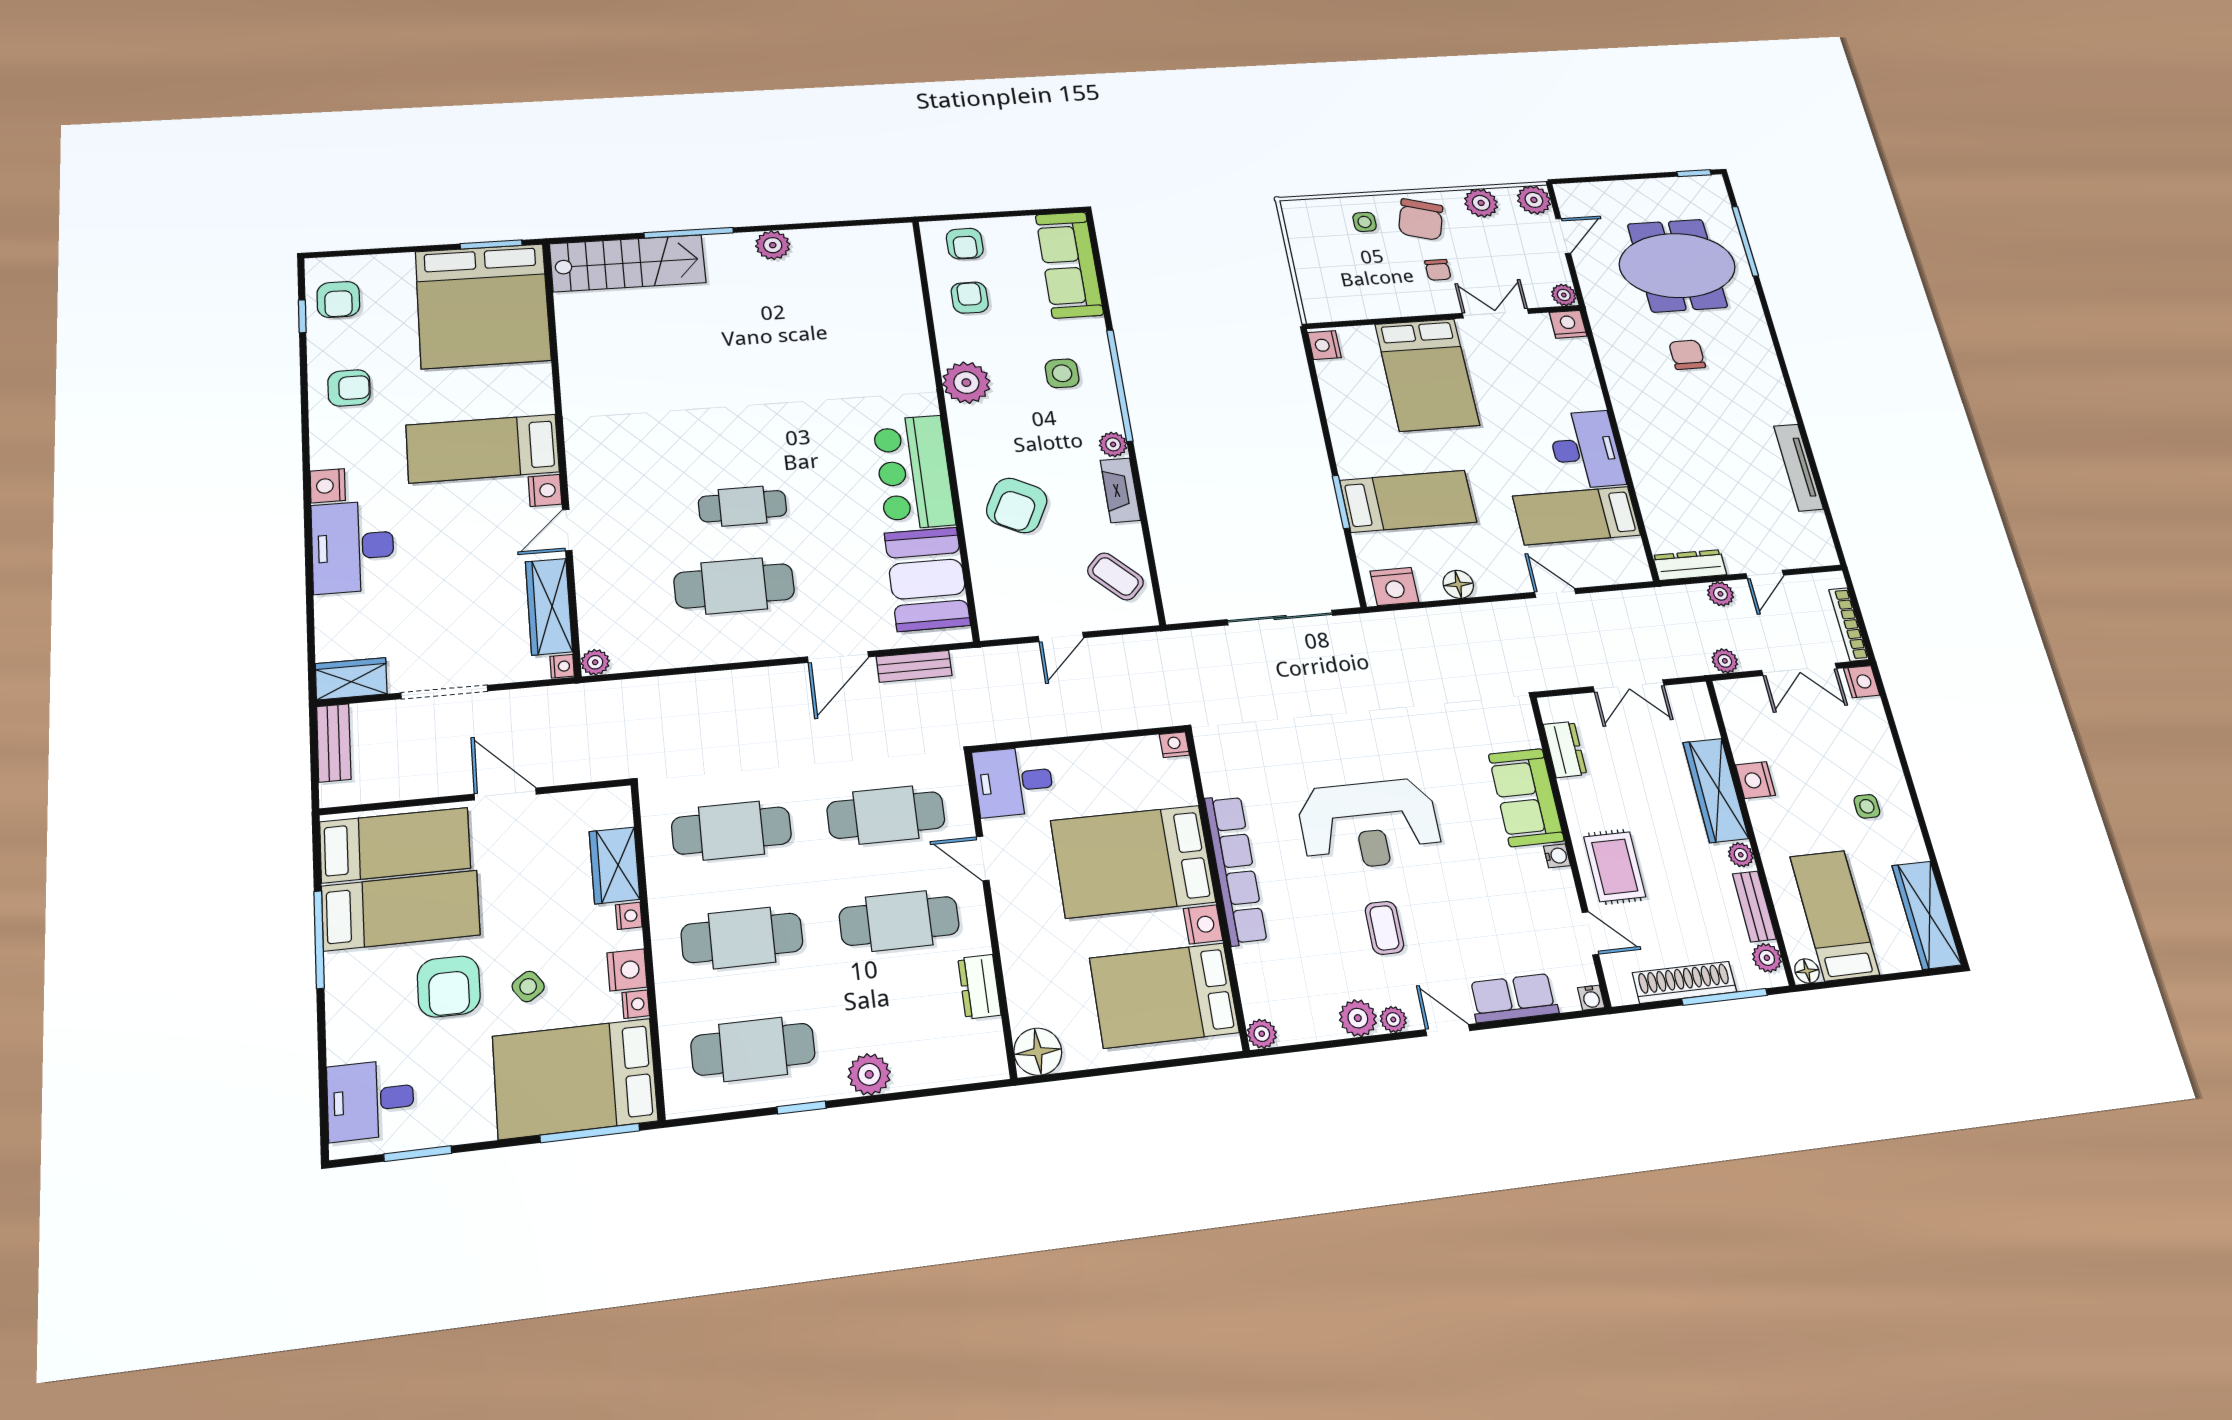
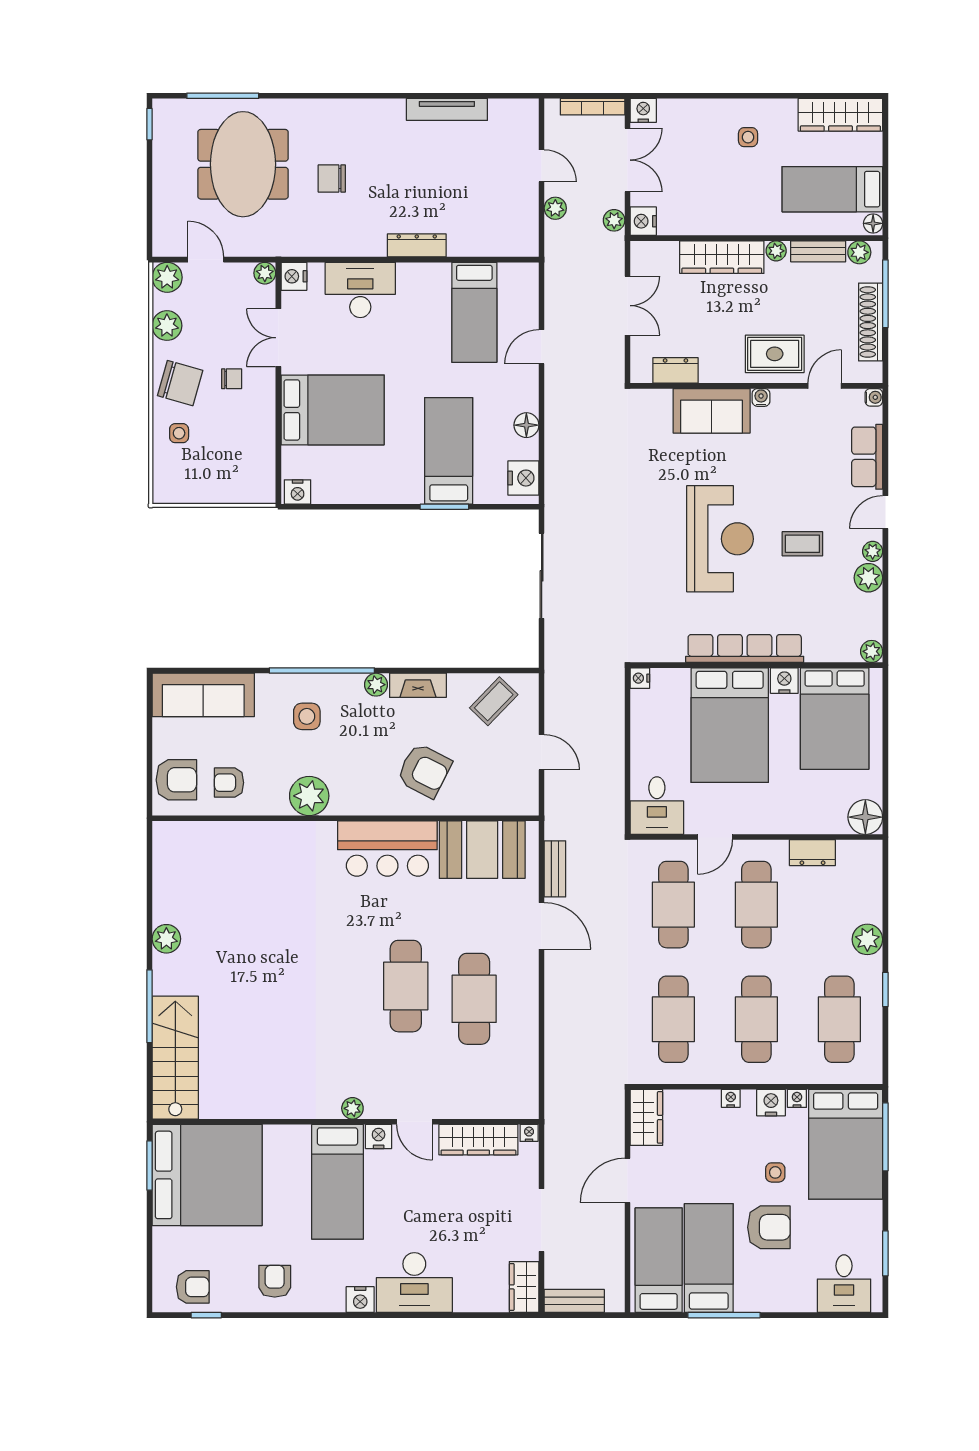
armchair: (965, 244) -> (176, 780), width x1.38, depth x1.38
desk: (1586, 450) -> (360, 290), moved
cafe table: (743, 506) -> (406, 986), width x1.37, depth x1.35
dresser: (1690, 565) -> (417, 245), moved, turned 90
plant: (595, 662) -> (352, 1108), moved
nightstand: (1755, 780) -> (643, 221), moved, turned 90
wardrobe: (615, 865) -> (646, 1117), moved, turned -90
side table: (528, 986) -> (775, 1172), turned 35

